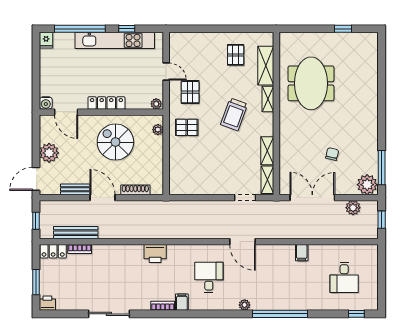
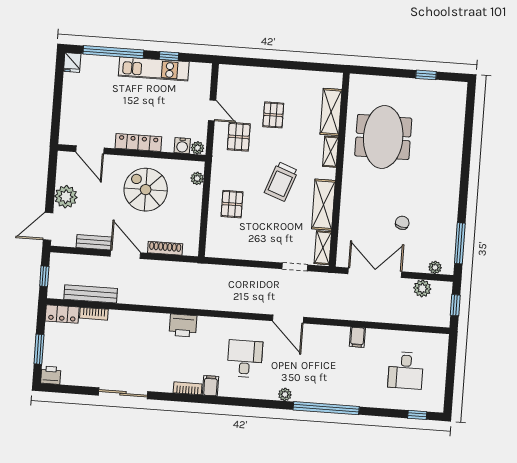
kitchen unit: (115, 40) -> (154, 69), width x0.73
pallet: (236, 55) -> (273, 115), moved
water cooler: (46, 103) -> (182, 146), moved
trolley: (234, 114) -> (281, 182), moved
pallet: (187, 127) -> (232, 204), moved, turned 90
shelving: (267, 151) -> (323, 205), width x1.50, depth x1.33
plant: (367, 185) -> (435, 267), width x0.53, depth x0.53

